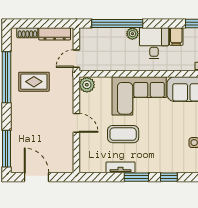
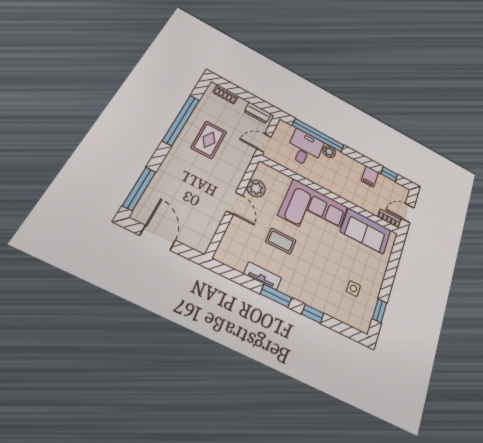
dresser: (55, 34) -> (258, 113), width x0.70
desk: (154, 43) -> (305, 148), moved
rug: (34, 82) -> (209, 140), turned 90
plant: (87, 85) -> (256, 188), moved
coffee table: (123, 134) -> (281, 241), width x0.73, depth x0.77

